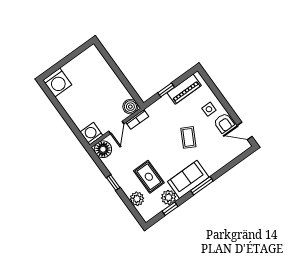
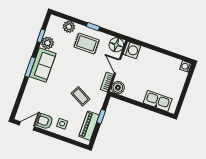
kitchen sink: (101, 67) -> (158, 101), added
washing machine: (57, 83) -> (186, 66), width x0.53, depth x0.53
coffee table: (188, 137) -> (80, 96), moved
rug: (149, 177) -> (87, 43), moved

